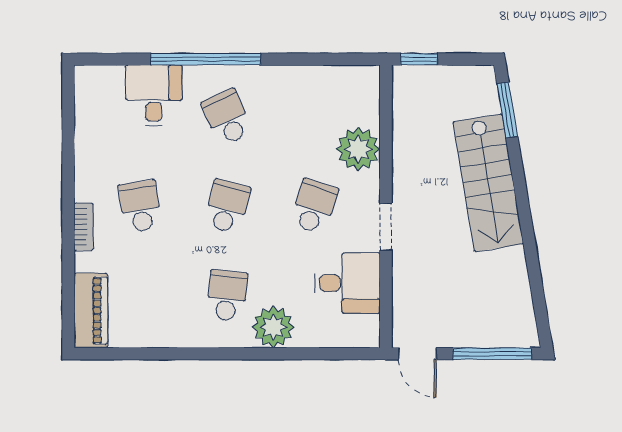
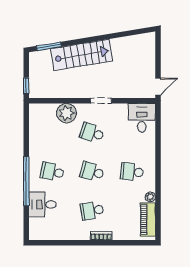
school desk: (227, 117) -> (52, 172), turned 36
desk: (347, 283) -> (142, 118), moved
piano: (91, 310) -> (148, 220), moved, turned -90
plant: (273, 327) -> (150, 197), moved, width x0.53, depth x0.53
window: (492, 354) -> (158, 53), removed

